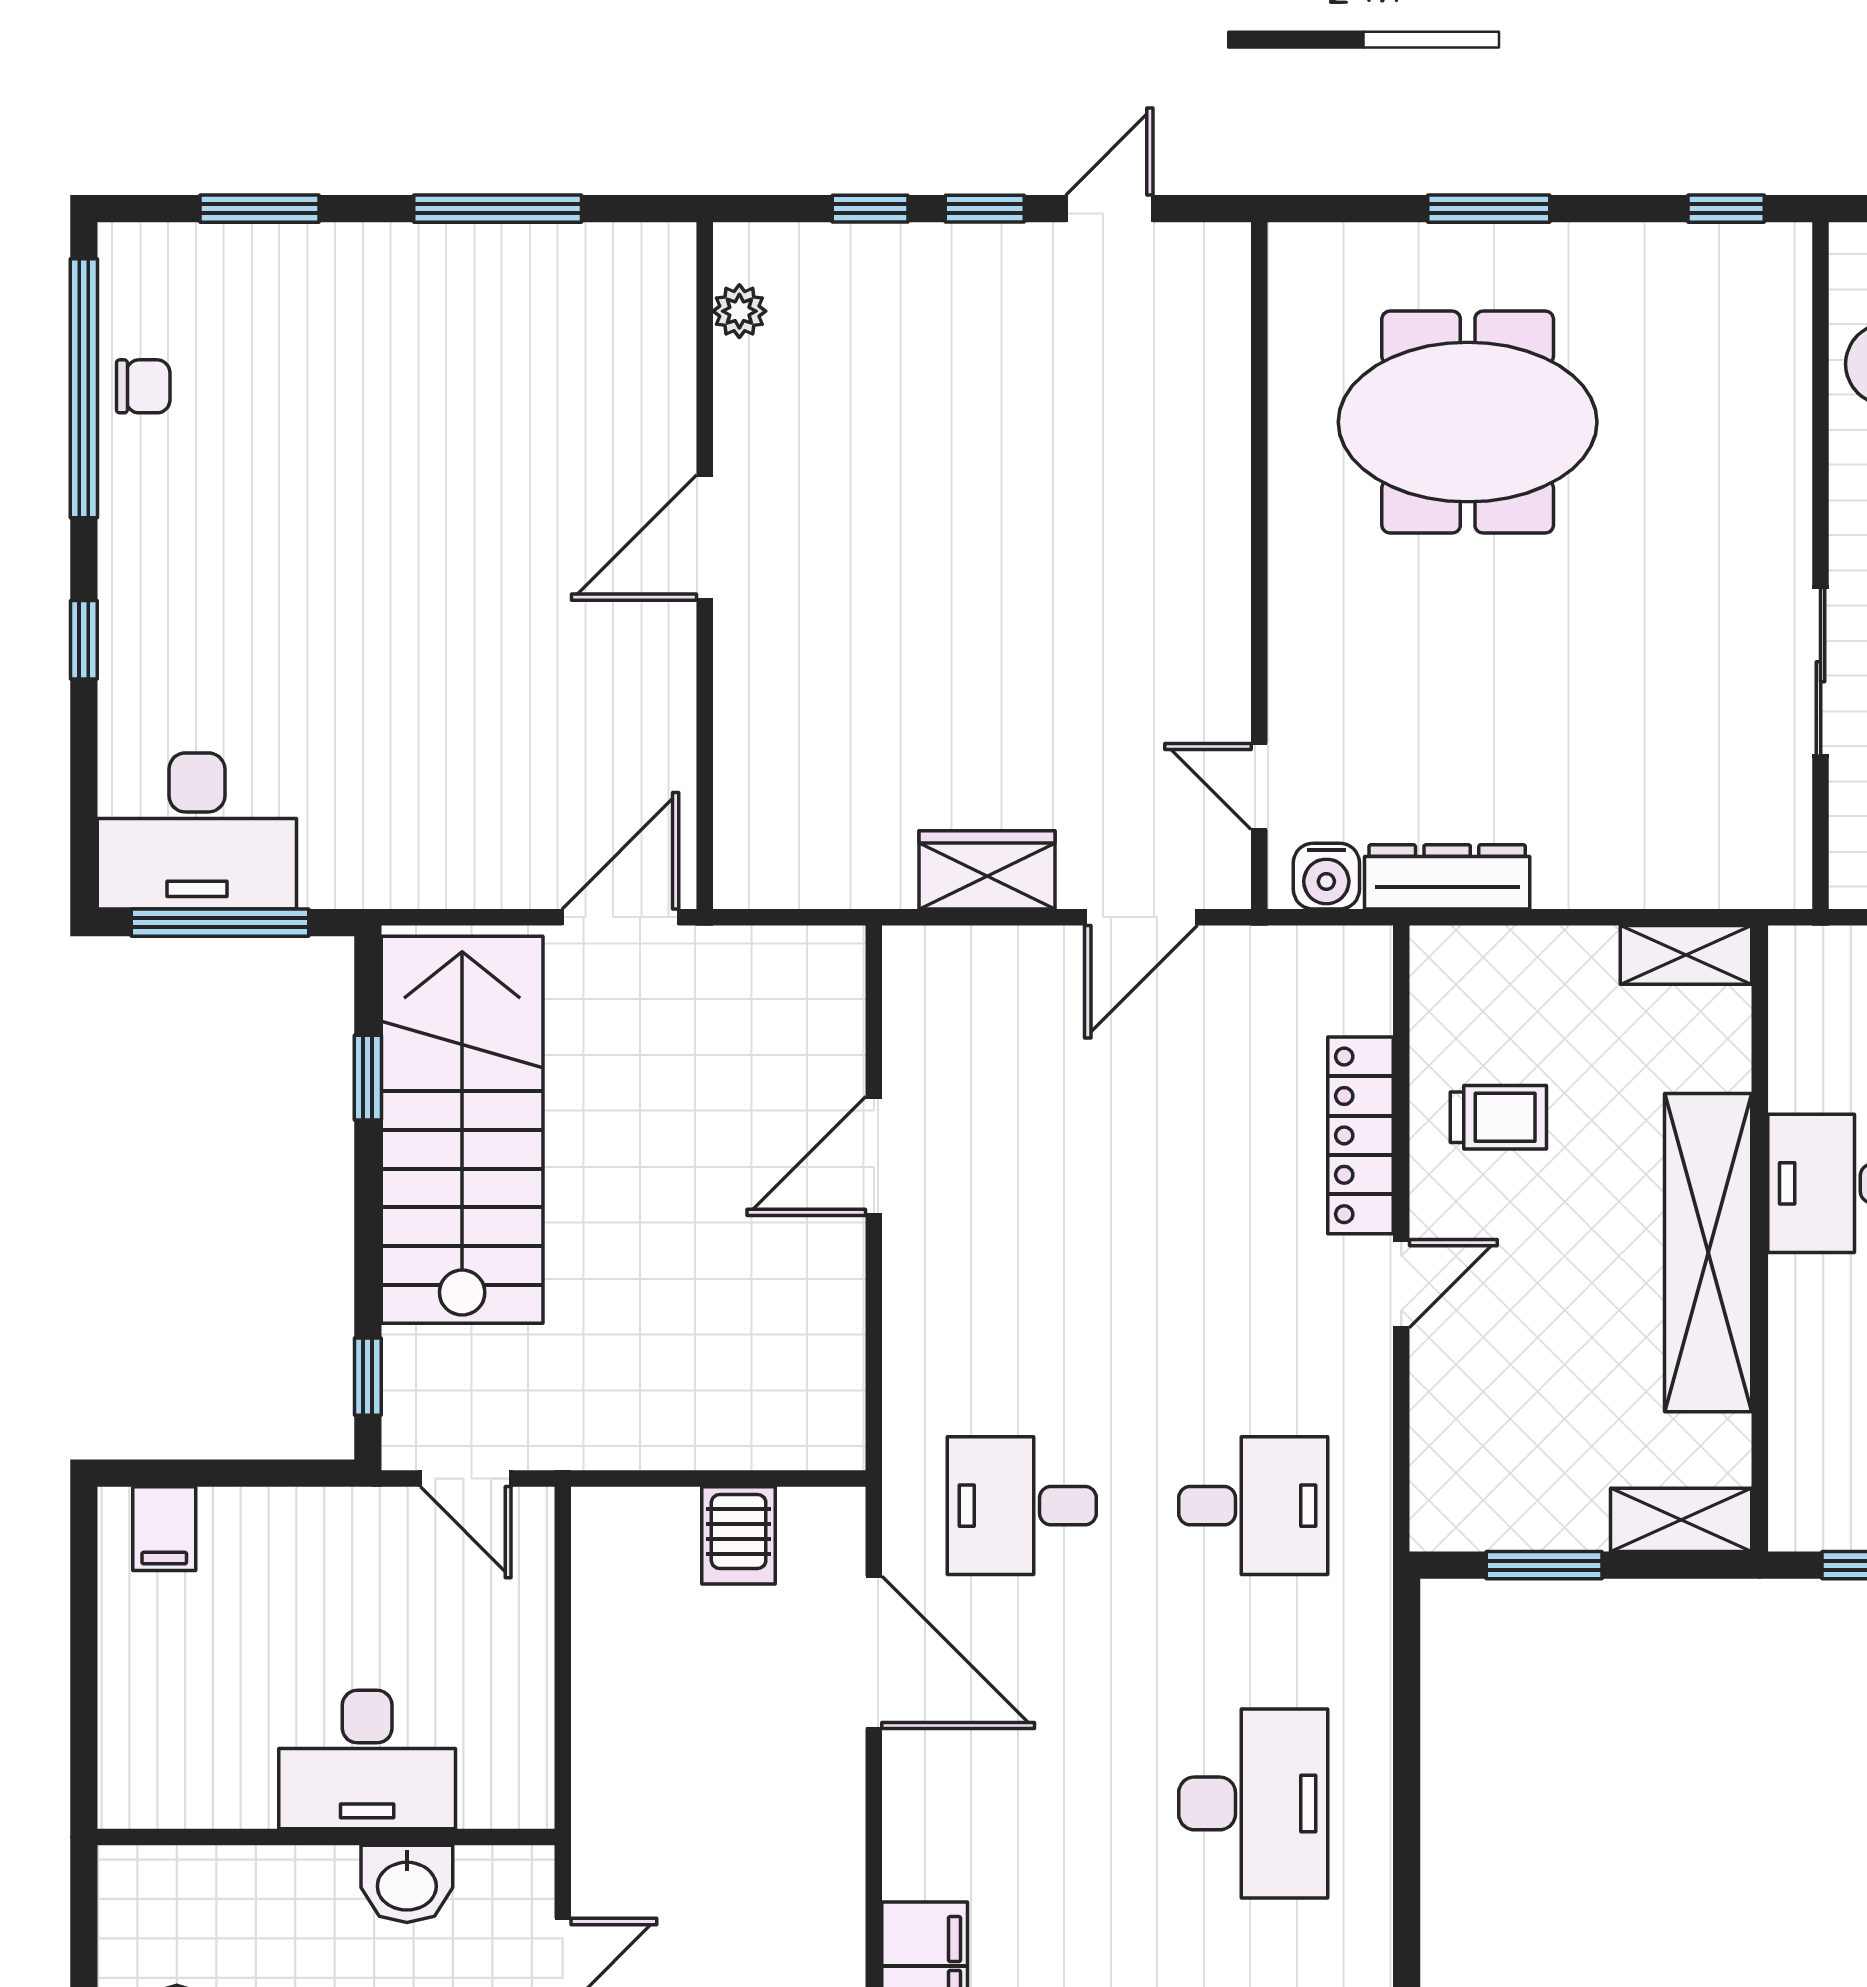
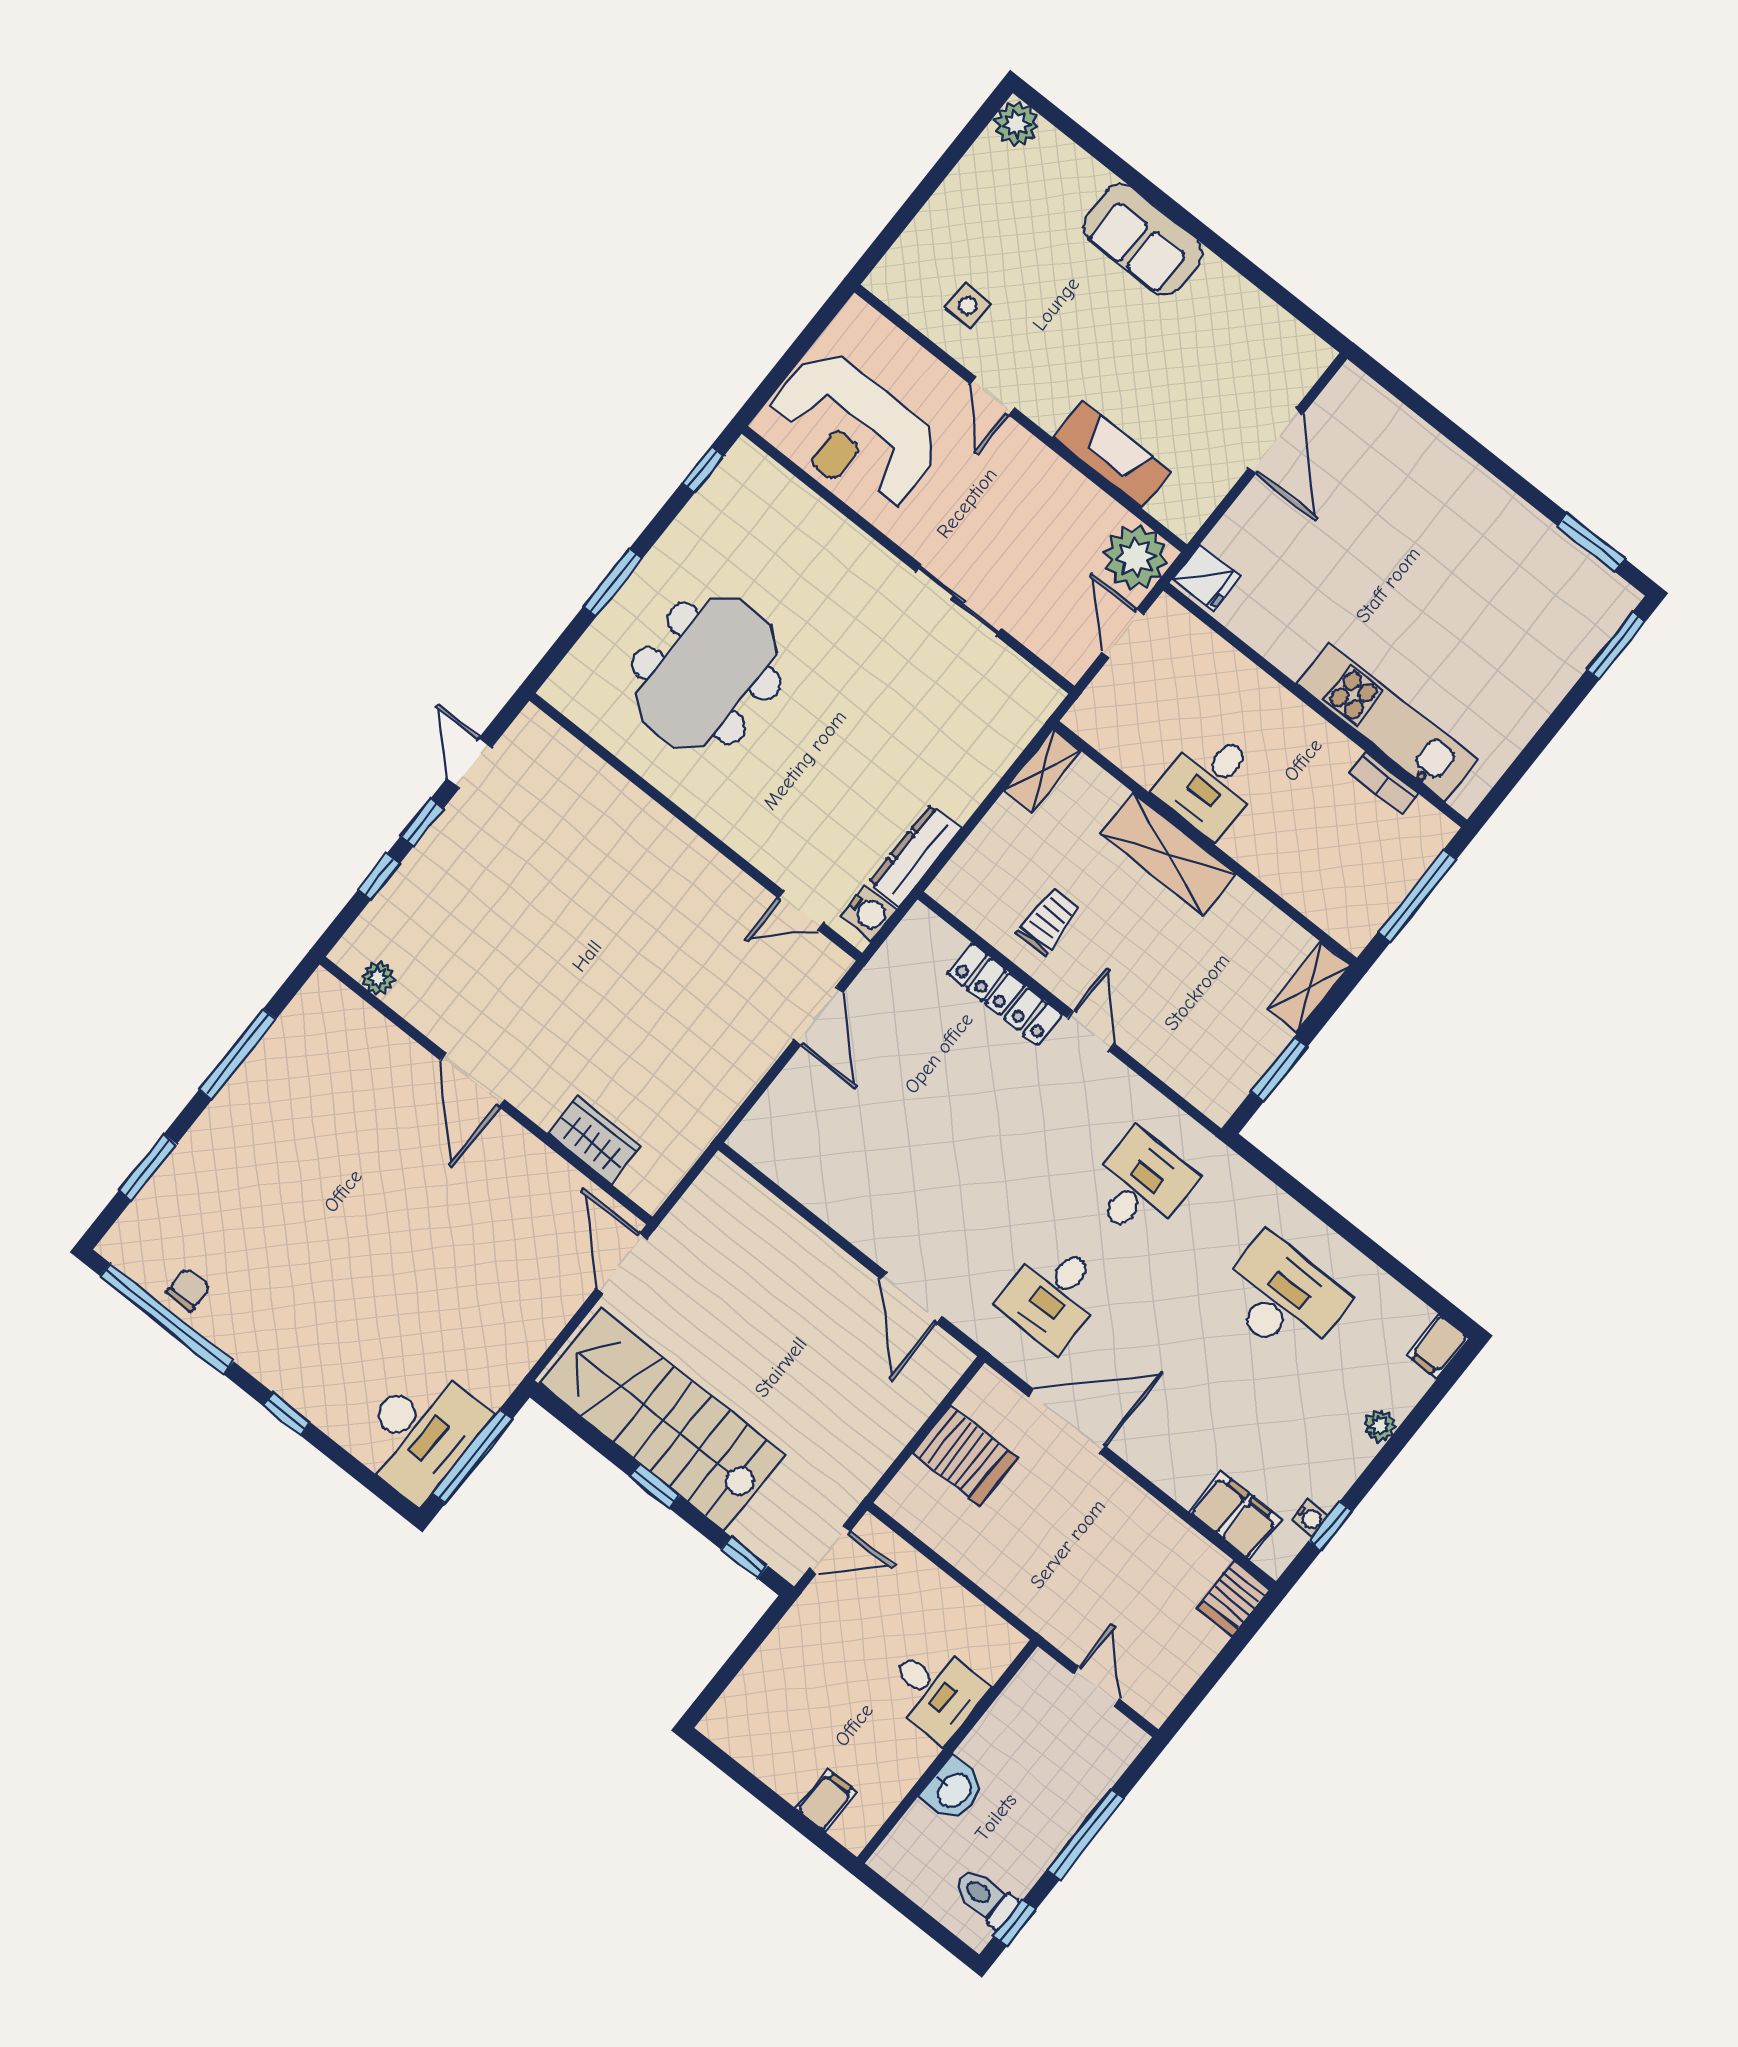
wardrobe: (987, 870) -> (594, 1140), moved, turned 90
window: (368, 1078) -> (654, 1486), moved
door: (874, 1156) -> (911, 1298), moved
shelving: (1708, 1253) -> (1168, 854), width x0.68
filing cabinet: (164, 1529) -> (826, 1800), moved, turned -90
server rack: (739, 1535) -> (965, 1456), width x1.36, depth x1.44
desk: (367, 1760) -> (935, 1691), width x0.73
washbasin: (407, 1884) -> (953, 1790), moved

